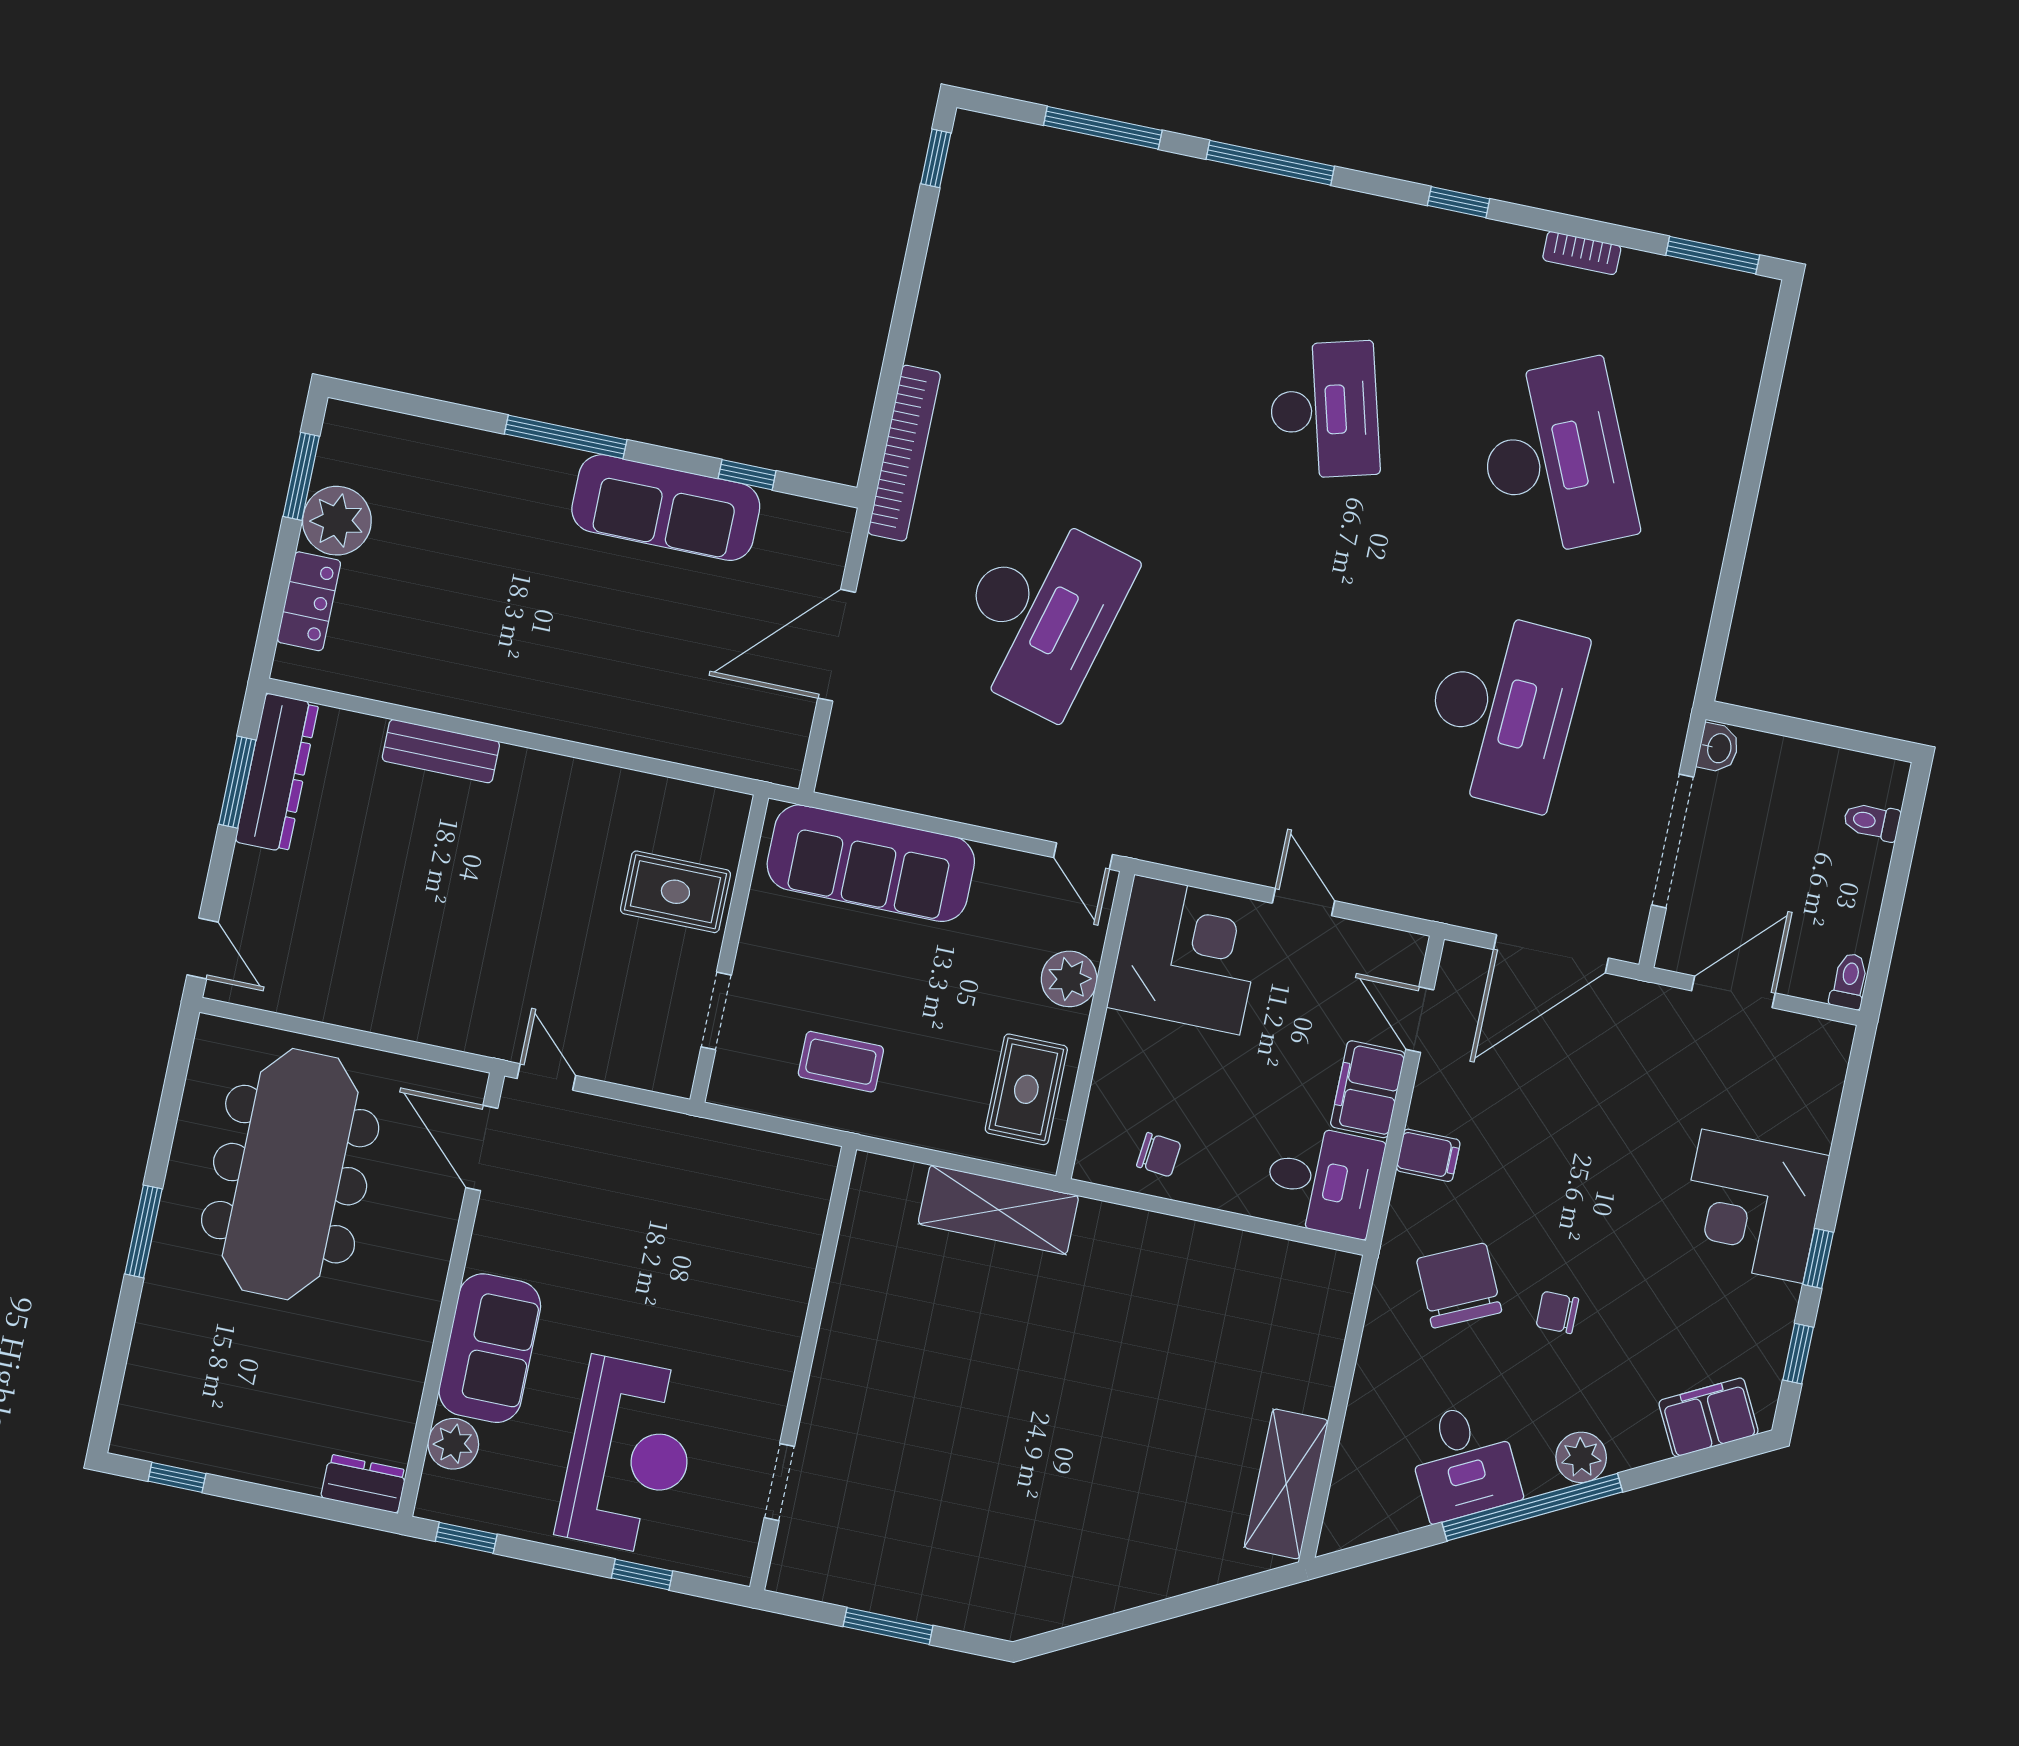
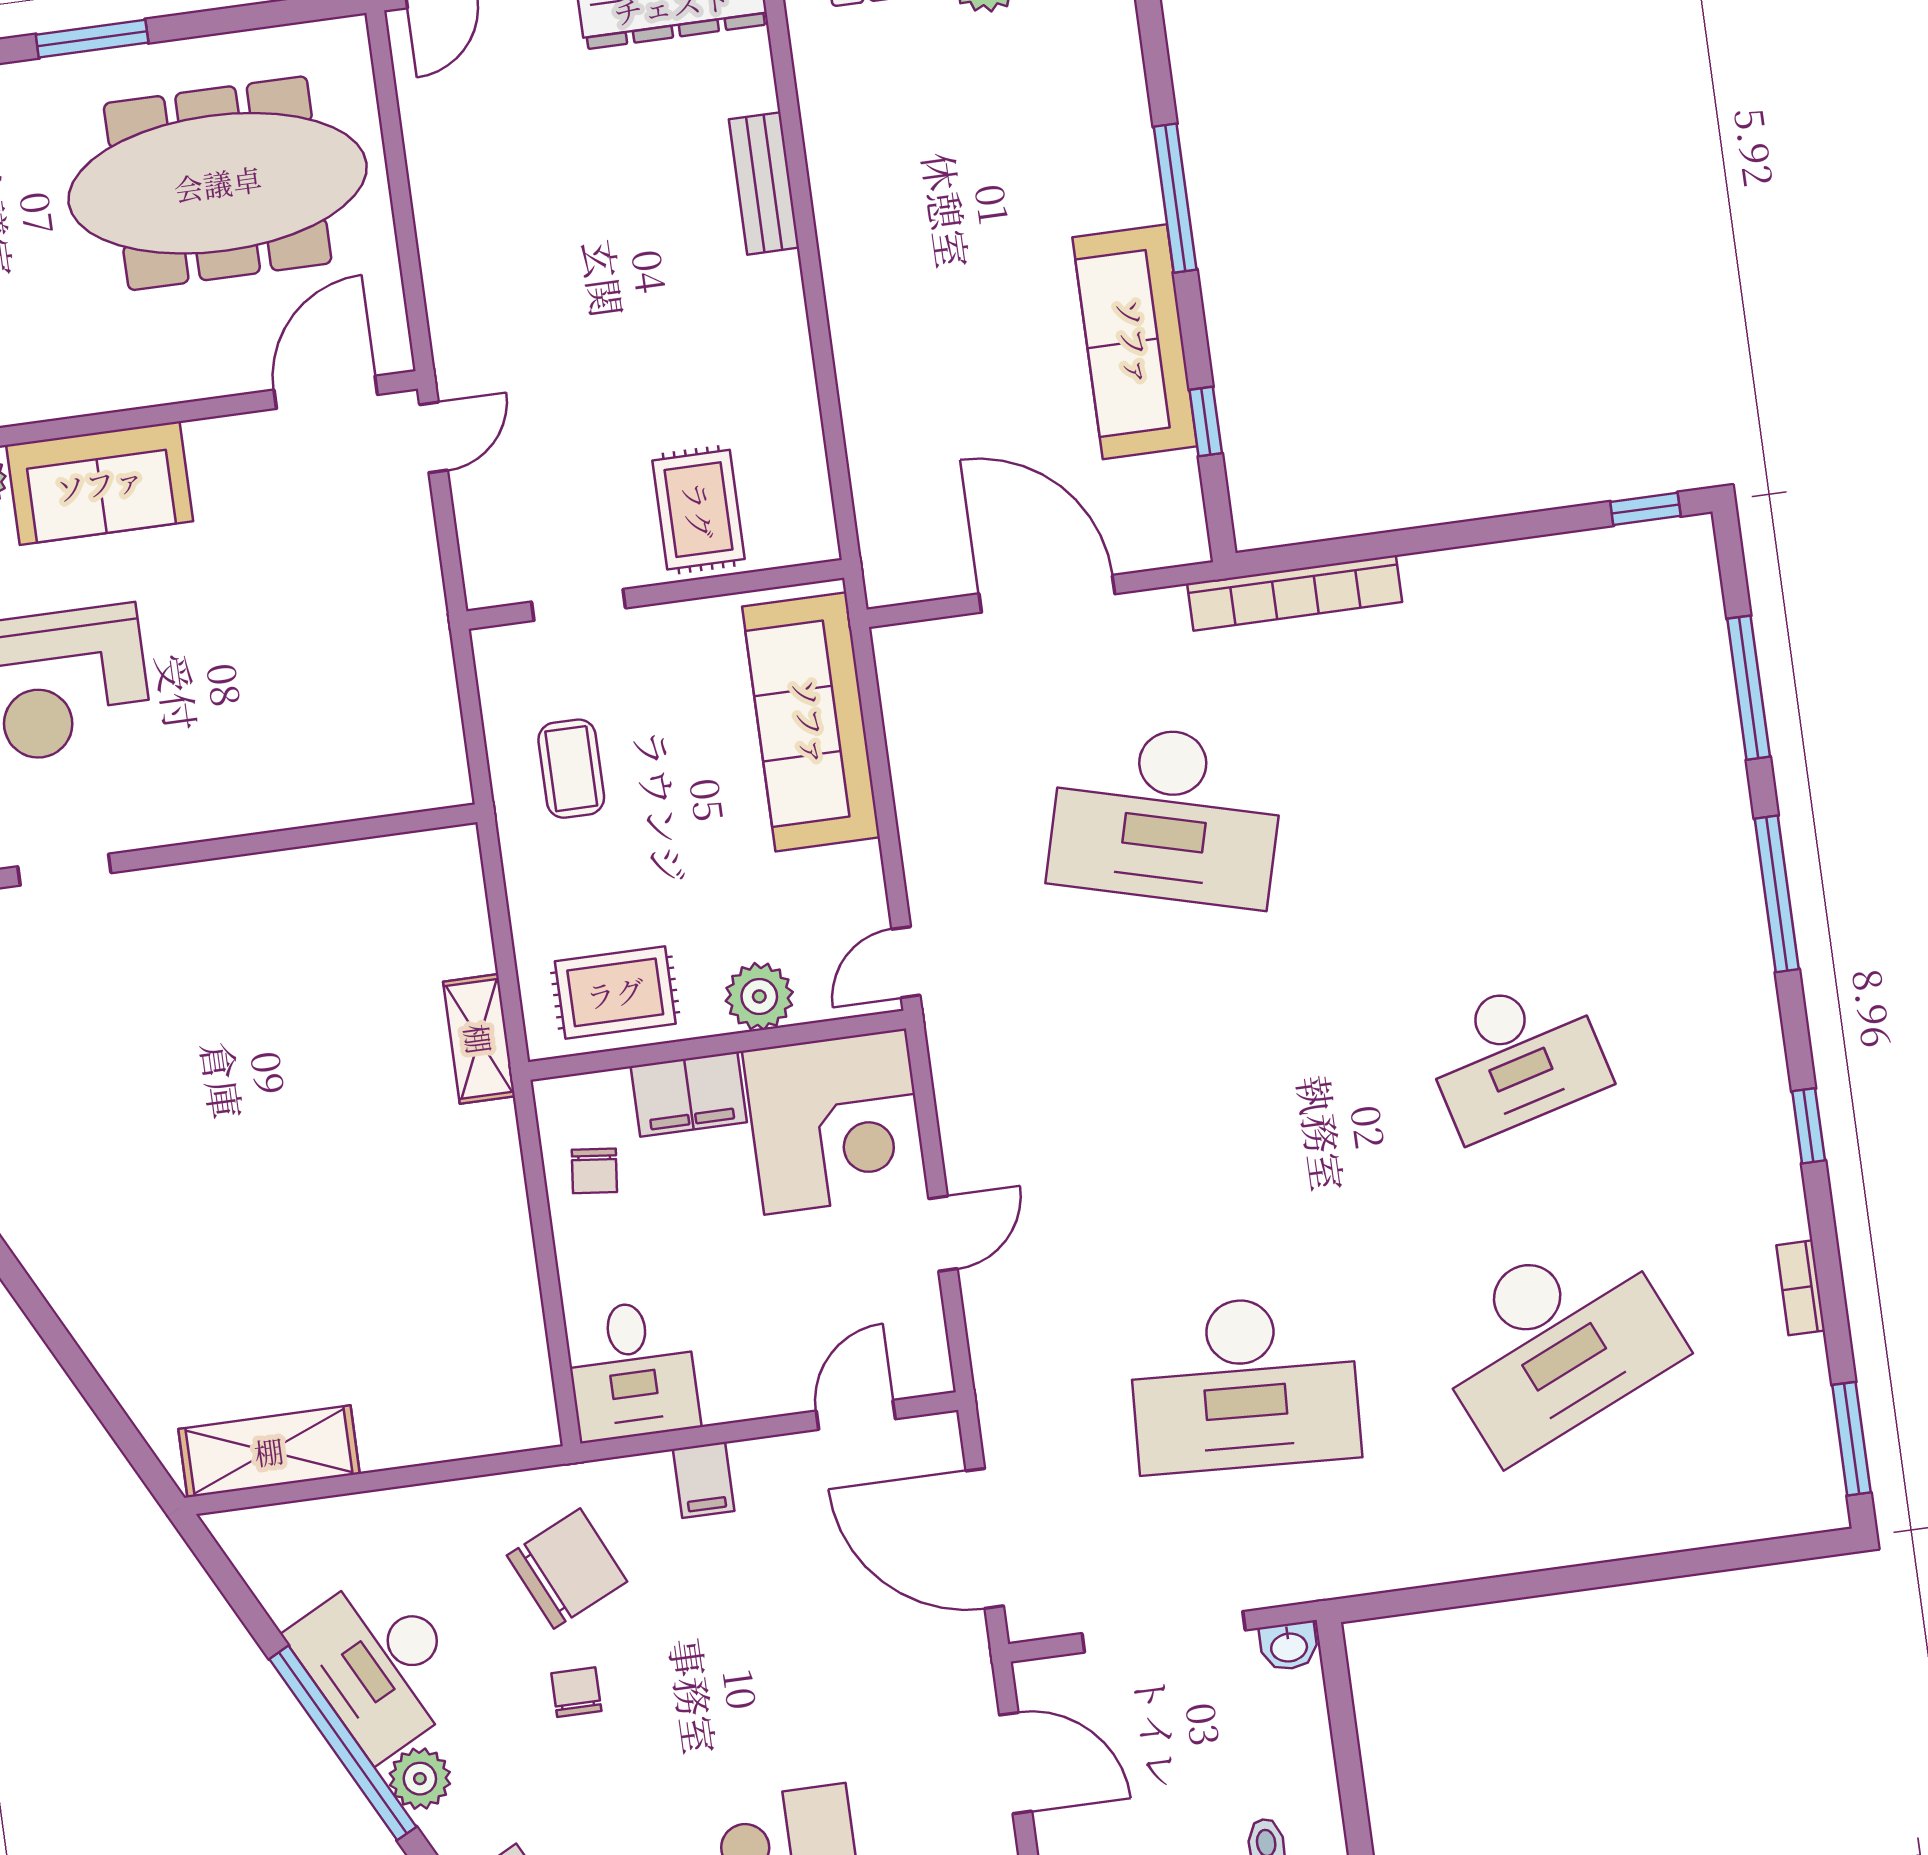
filing cabinet: (1368, 1089) -> (689, 1094), moved, turned 180
shelving: (998, 1210) -> (479, 1039), width x0.67, depth x0.75
desk: (1464, 1462) -> (380, 1664), width x1.37

